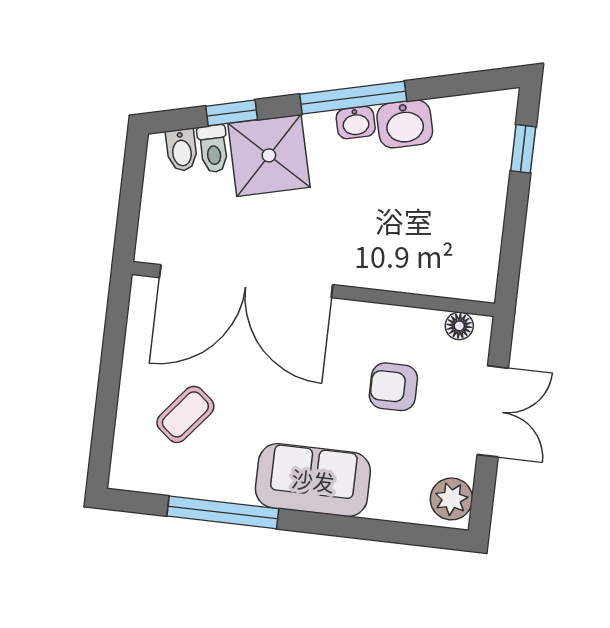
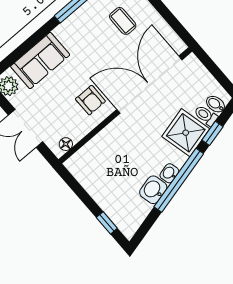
window: (353, 98) -> (179, 180), width x1.46
armchair: (393, 387) -> (90, 100), moved, turned 90
coffee table: (185, 414) -> (123, 21), turned -39
sofa: (313, 480) -> (40, 61), moved

